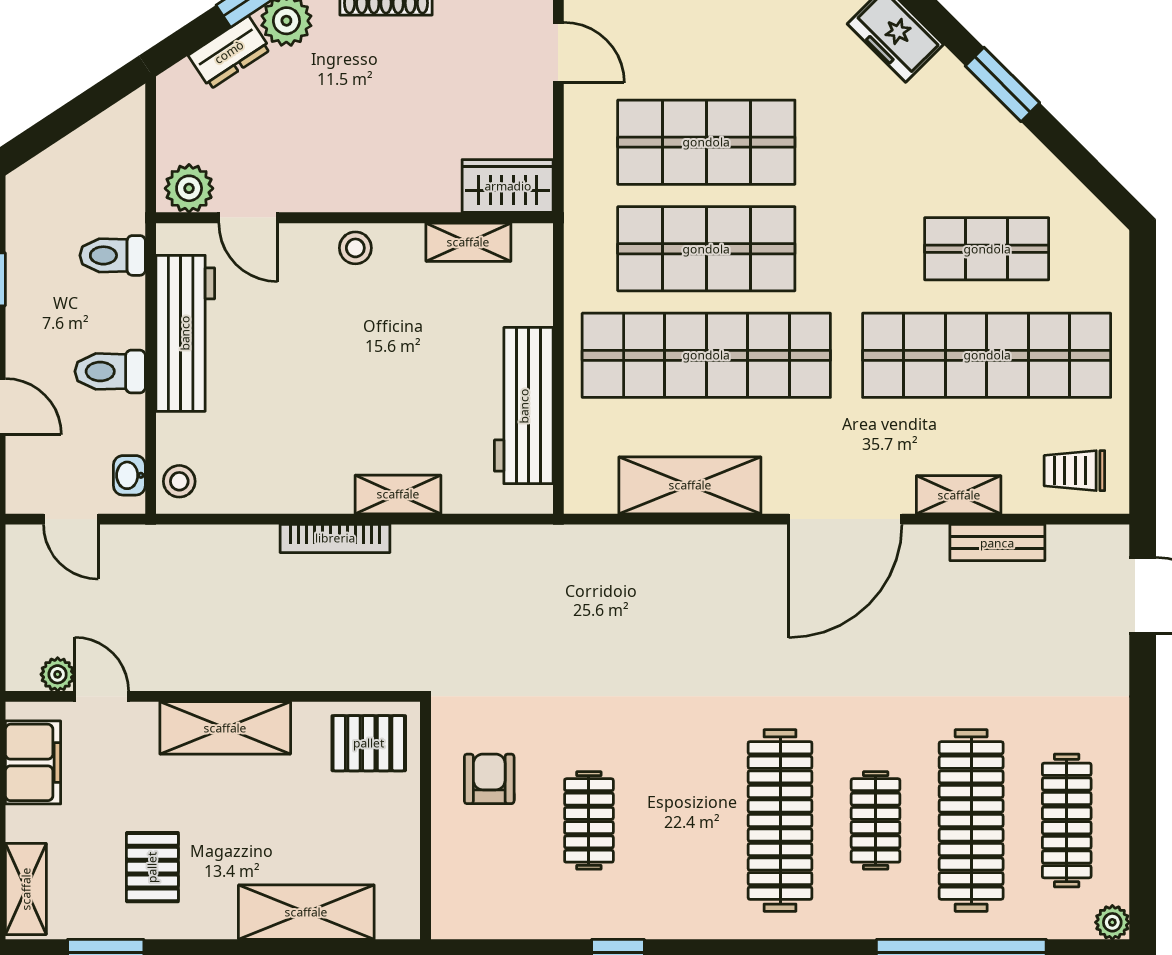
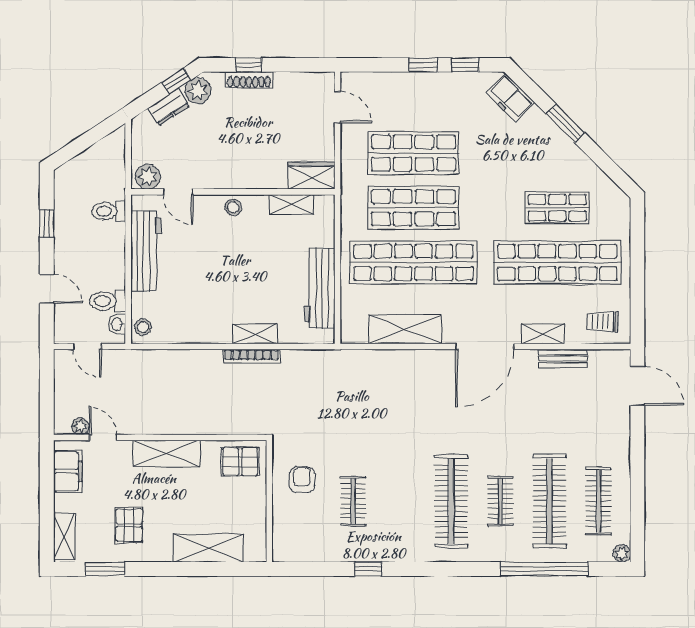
toilet: (110, 371) -> (107, 301), moved
bookcase: (335, 538) -> (251, 356), moved

